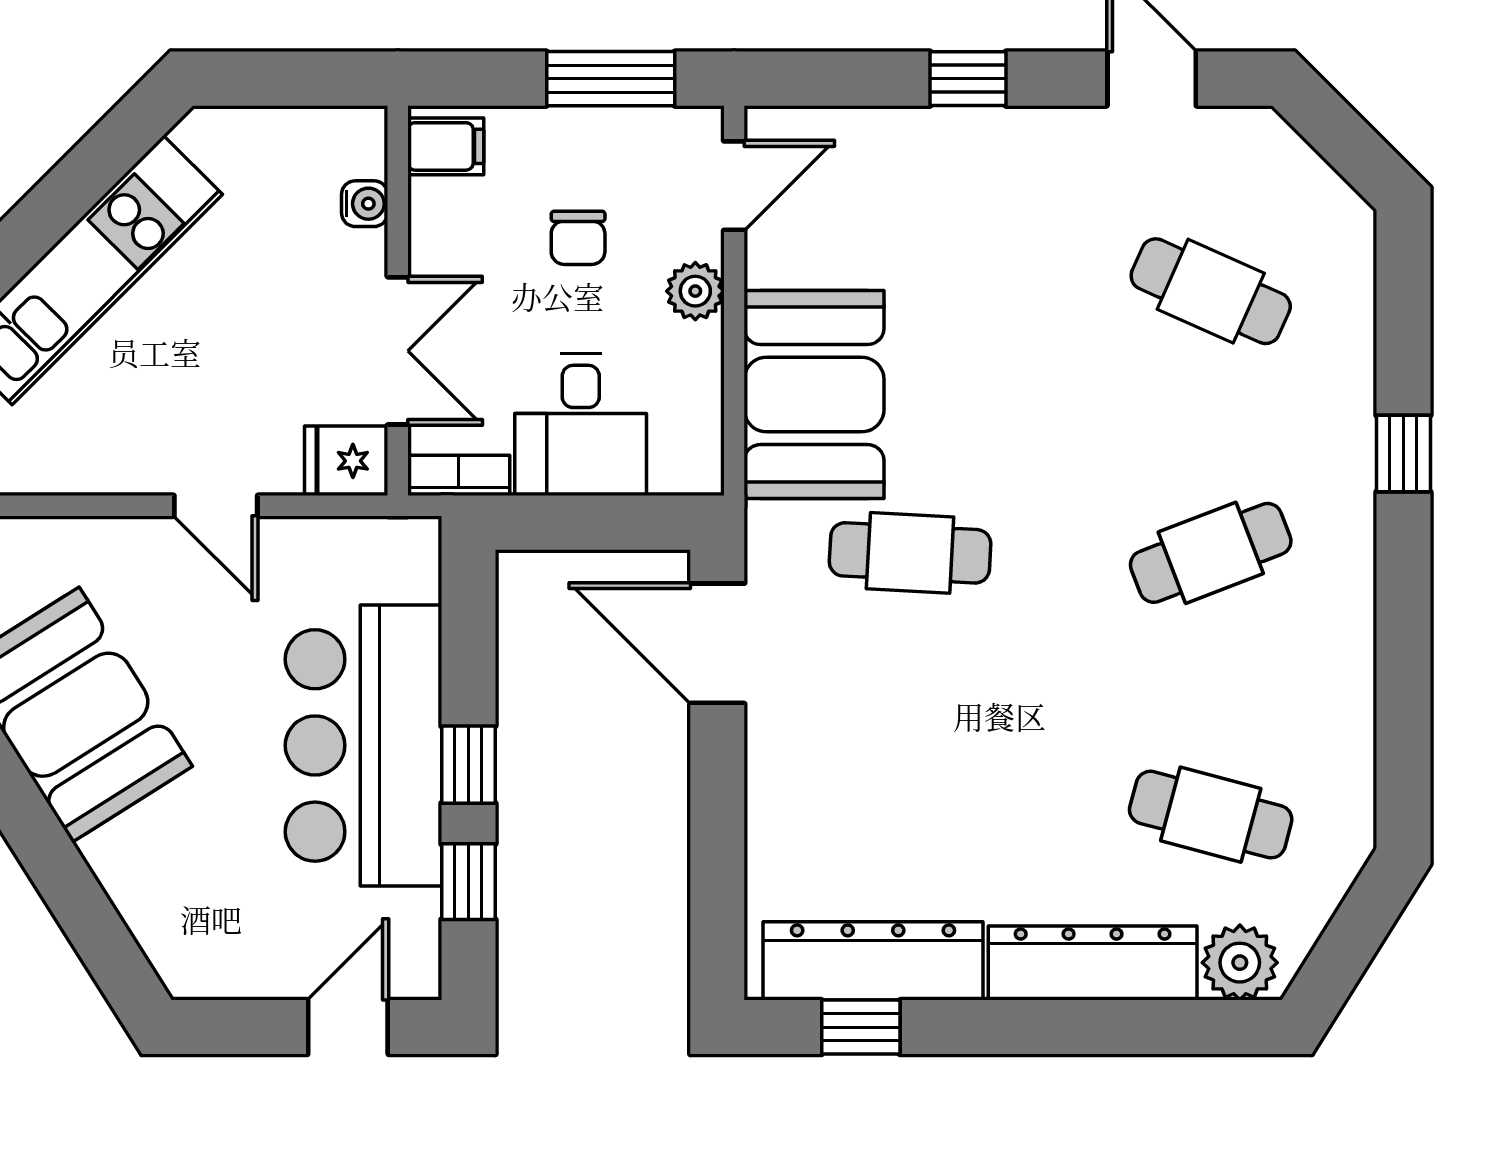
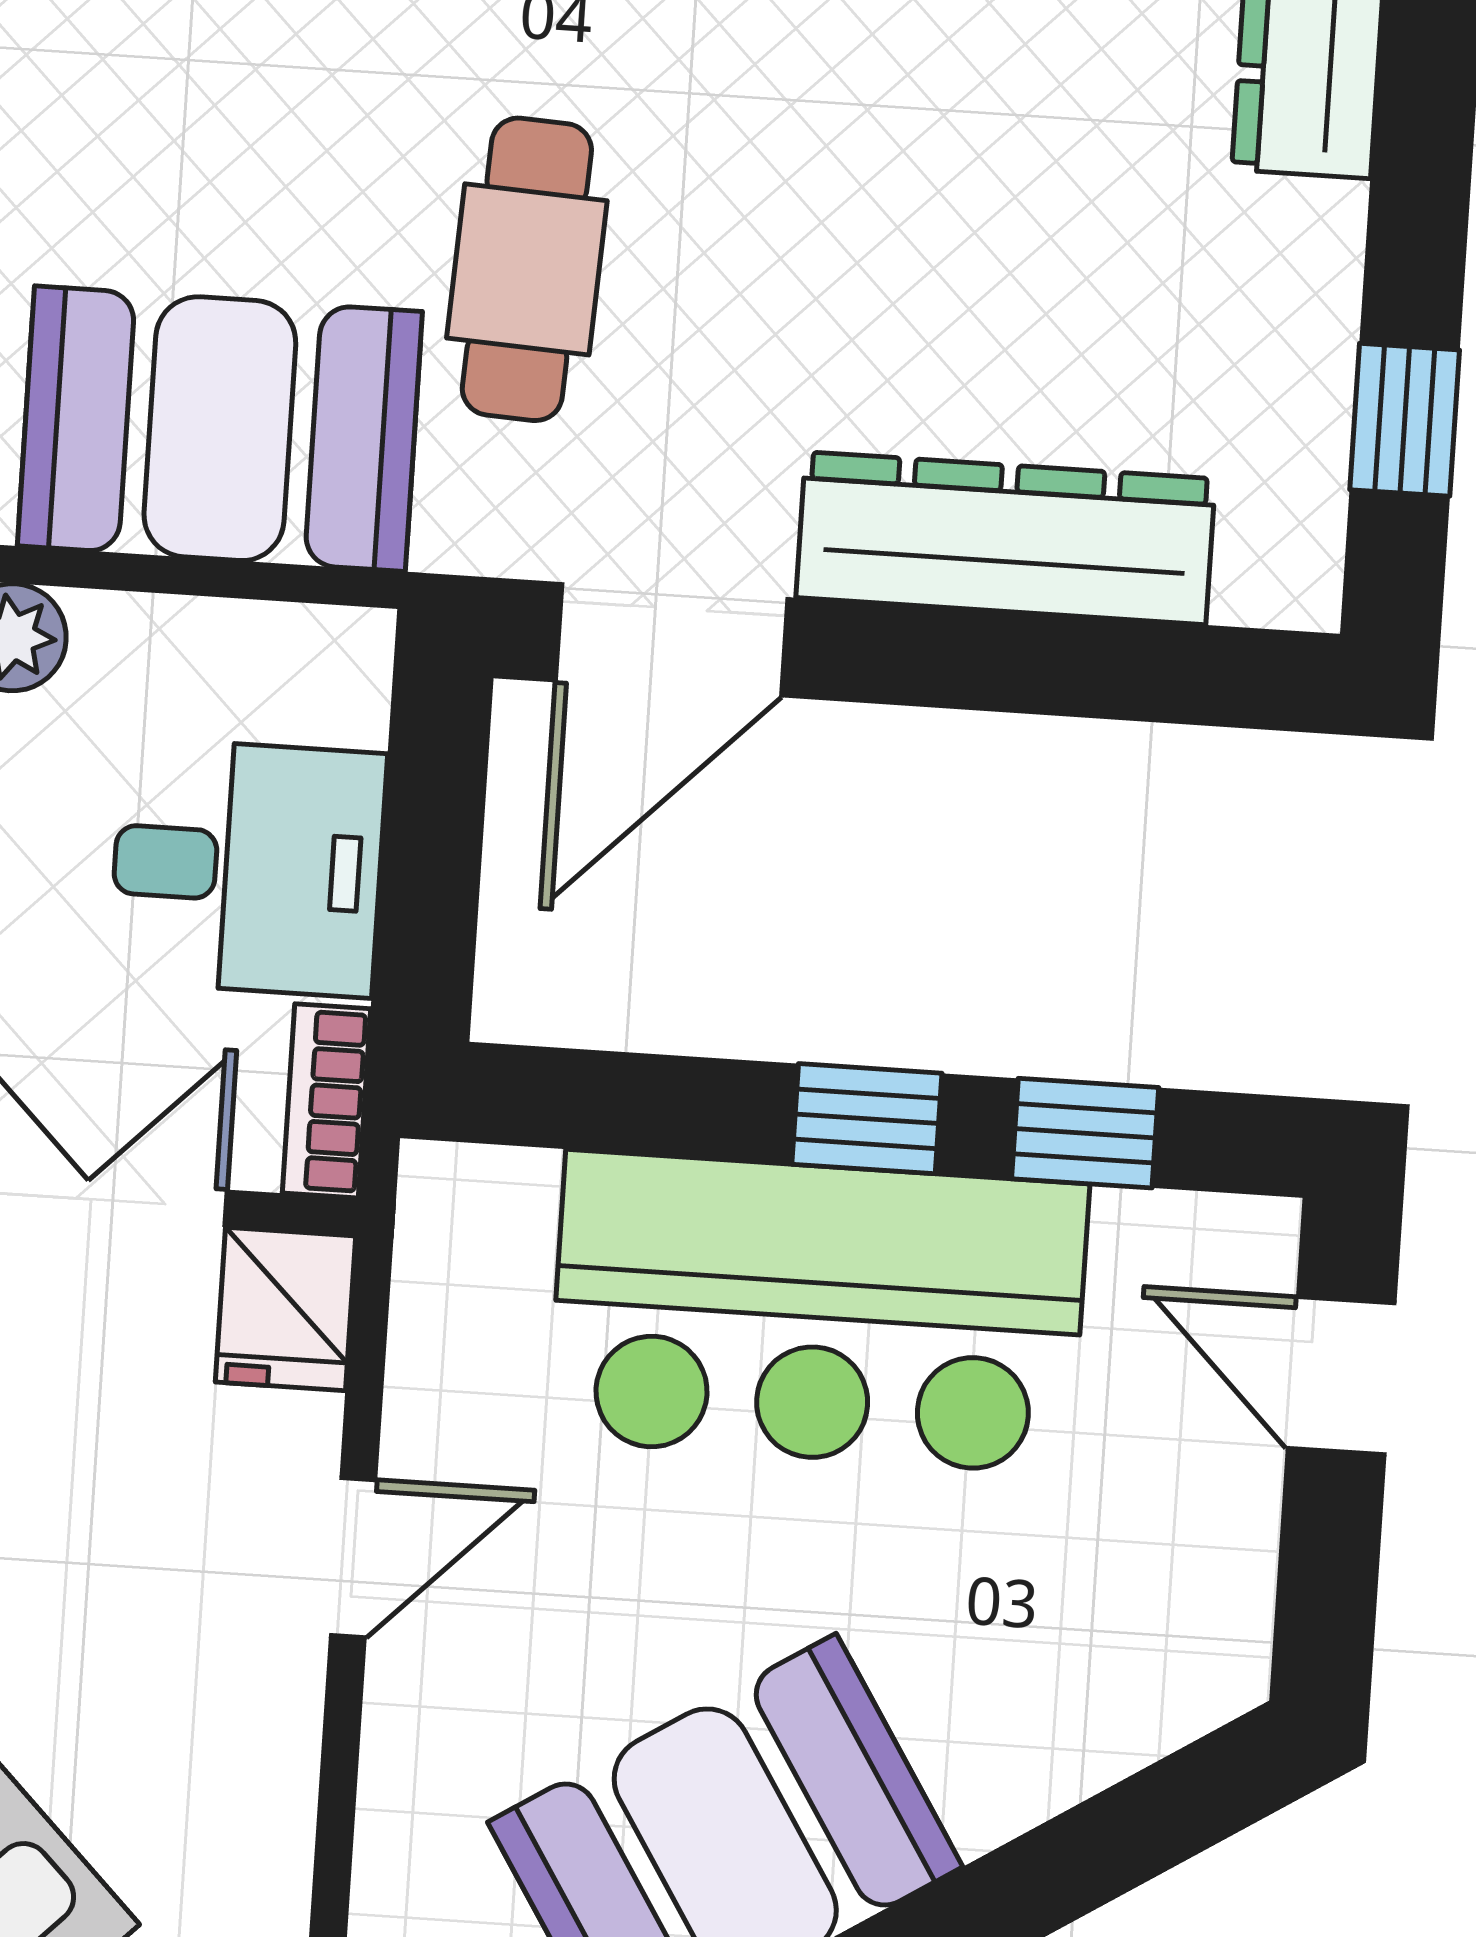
dresser: (873, 961) -> (1006, 538), moved, turned 90

